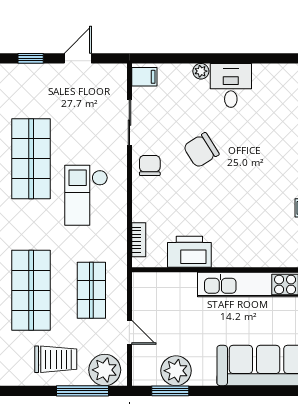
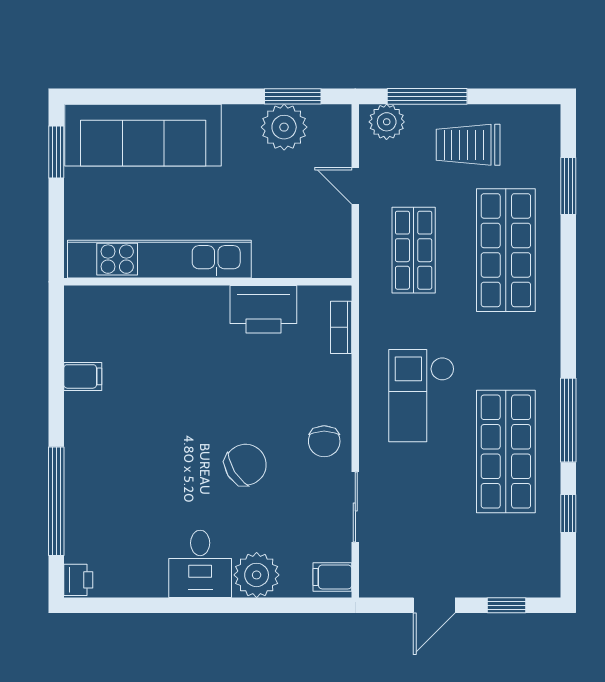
plant: (201, 71) -> (257, 575), width x1.87, depth x1.87
checkout: (86, 195) -> (421, 396), turned 180
plant: (105, 370) -> (387, 122), width x0.73, depth x0.73

